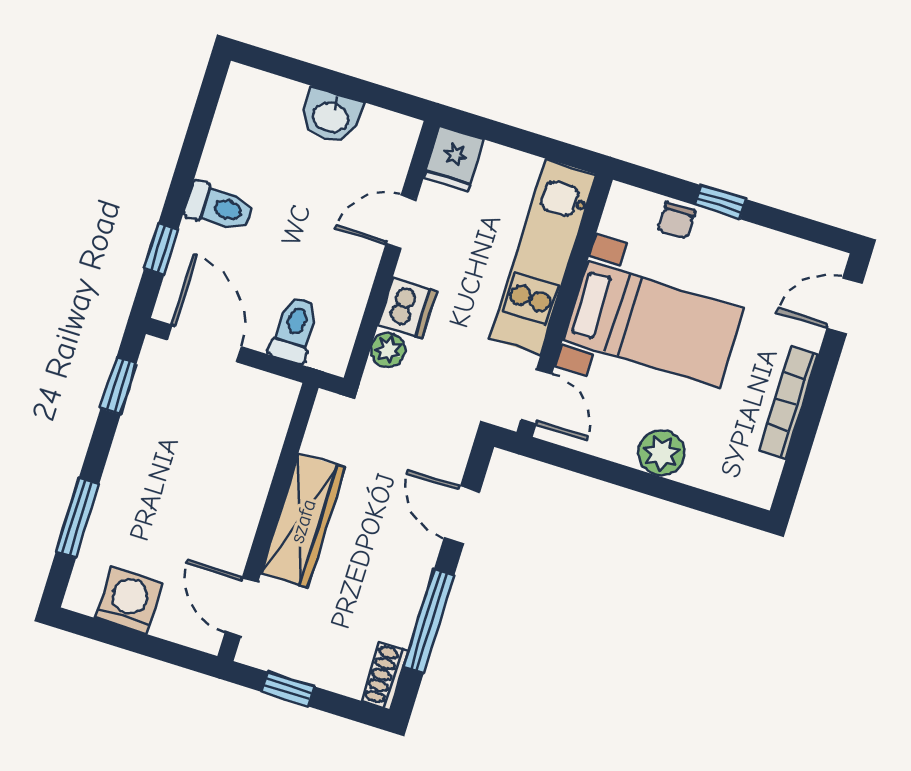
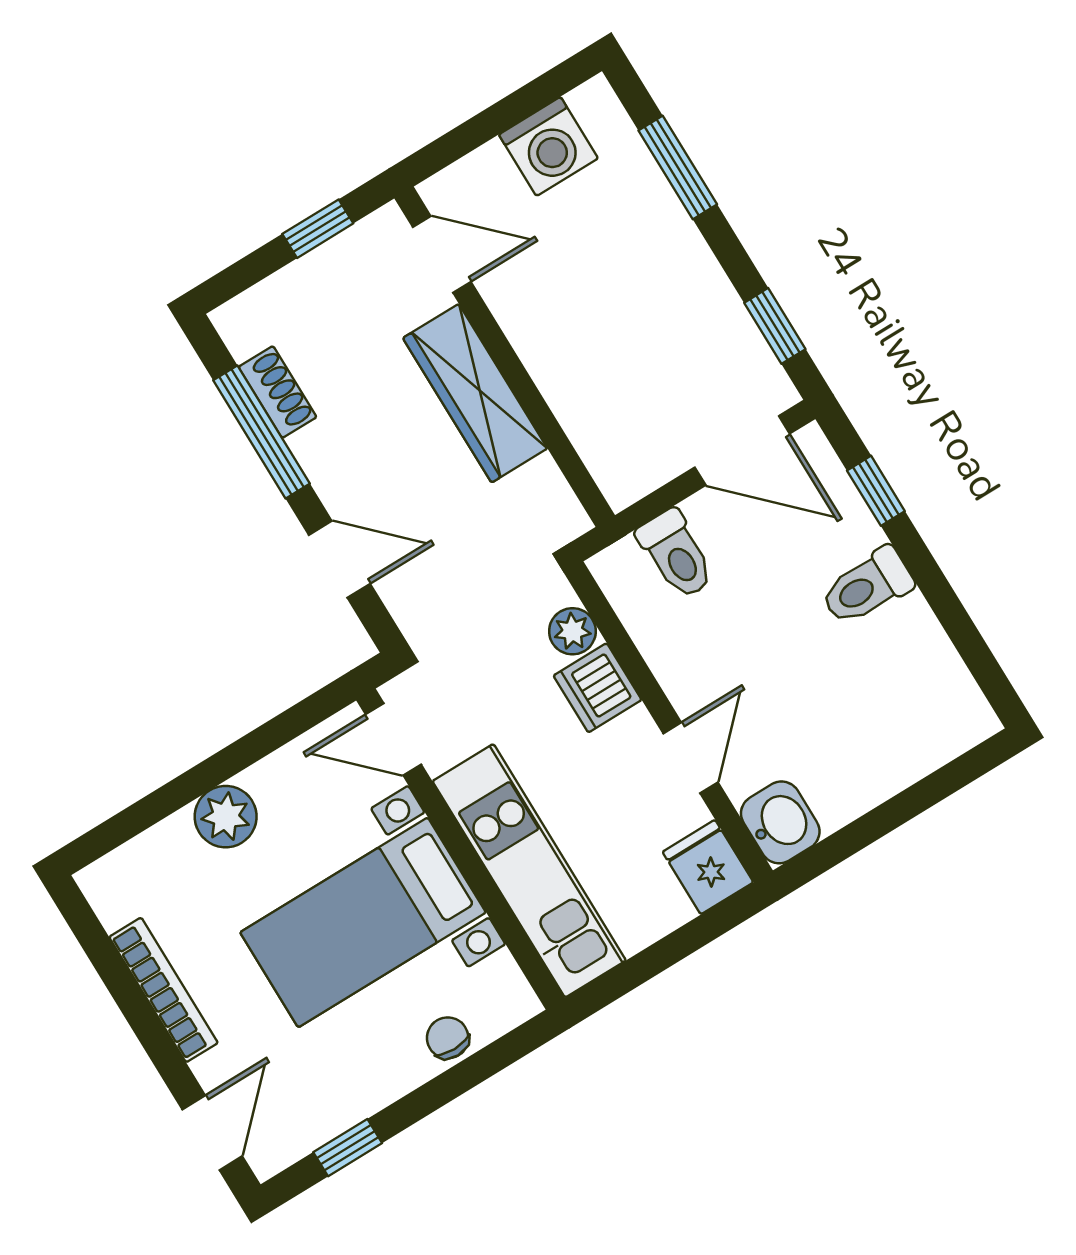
washbasin: (331, 116) -> (780, 822), moved, turned 90
window: (720, 202) -> (348, 1148), moved
shoe rack: (385, 676) -> (278, 392), moved

